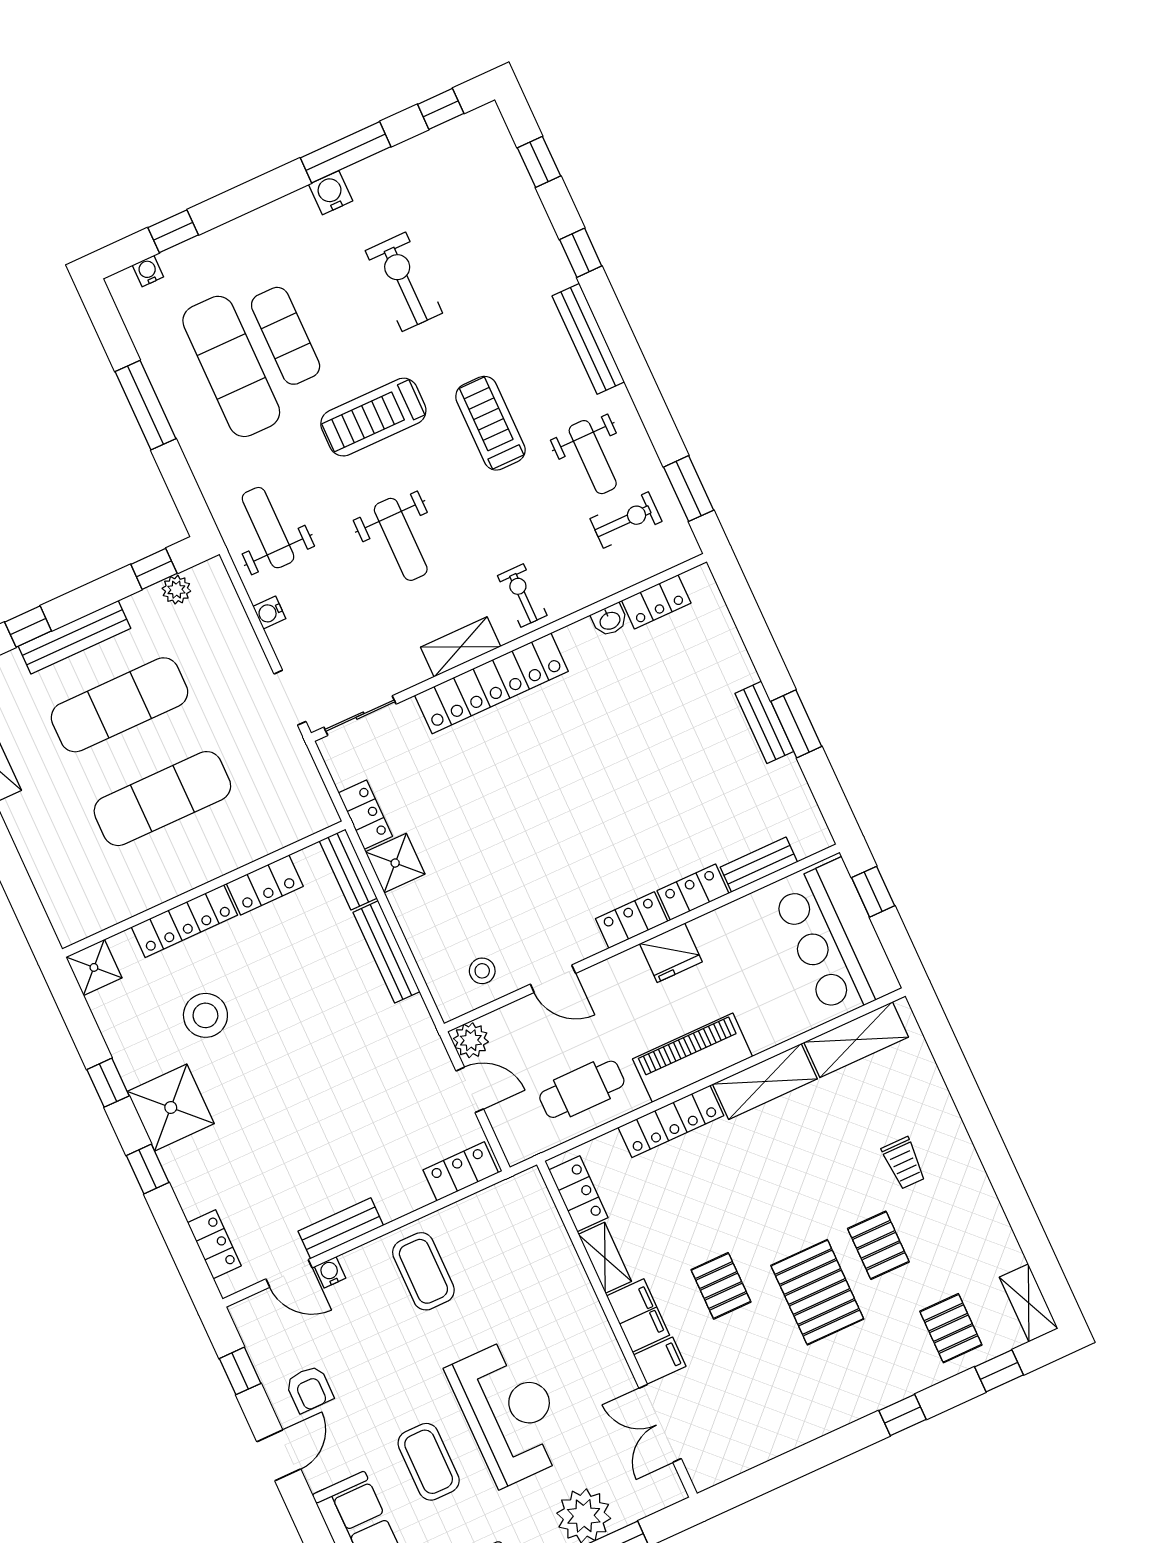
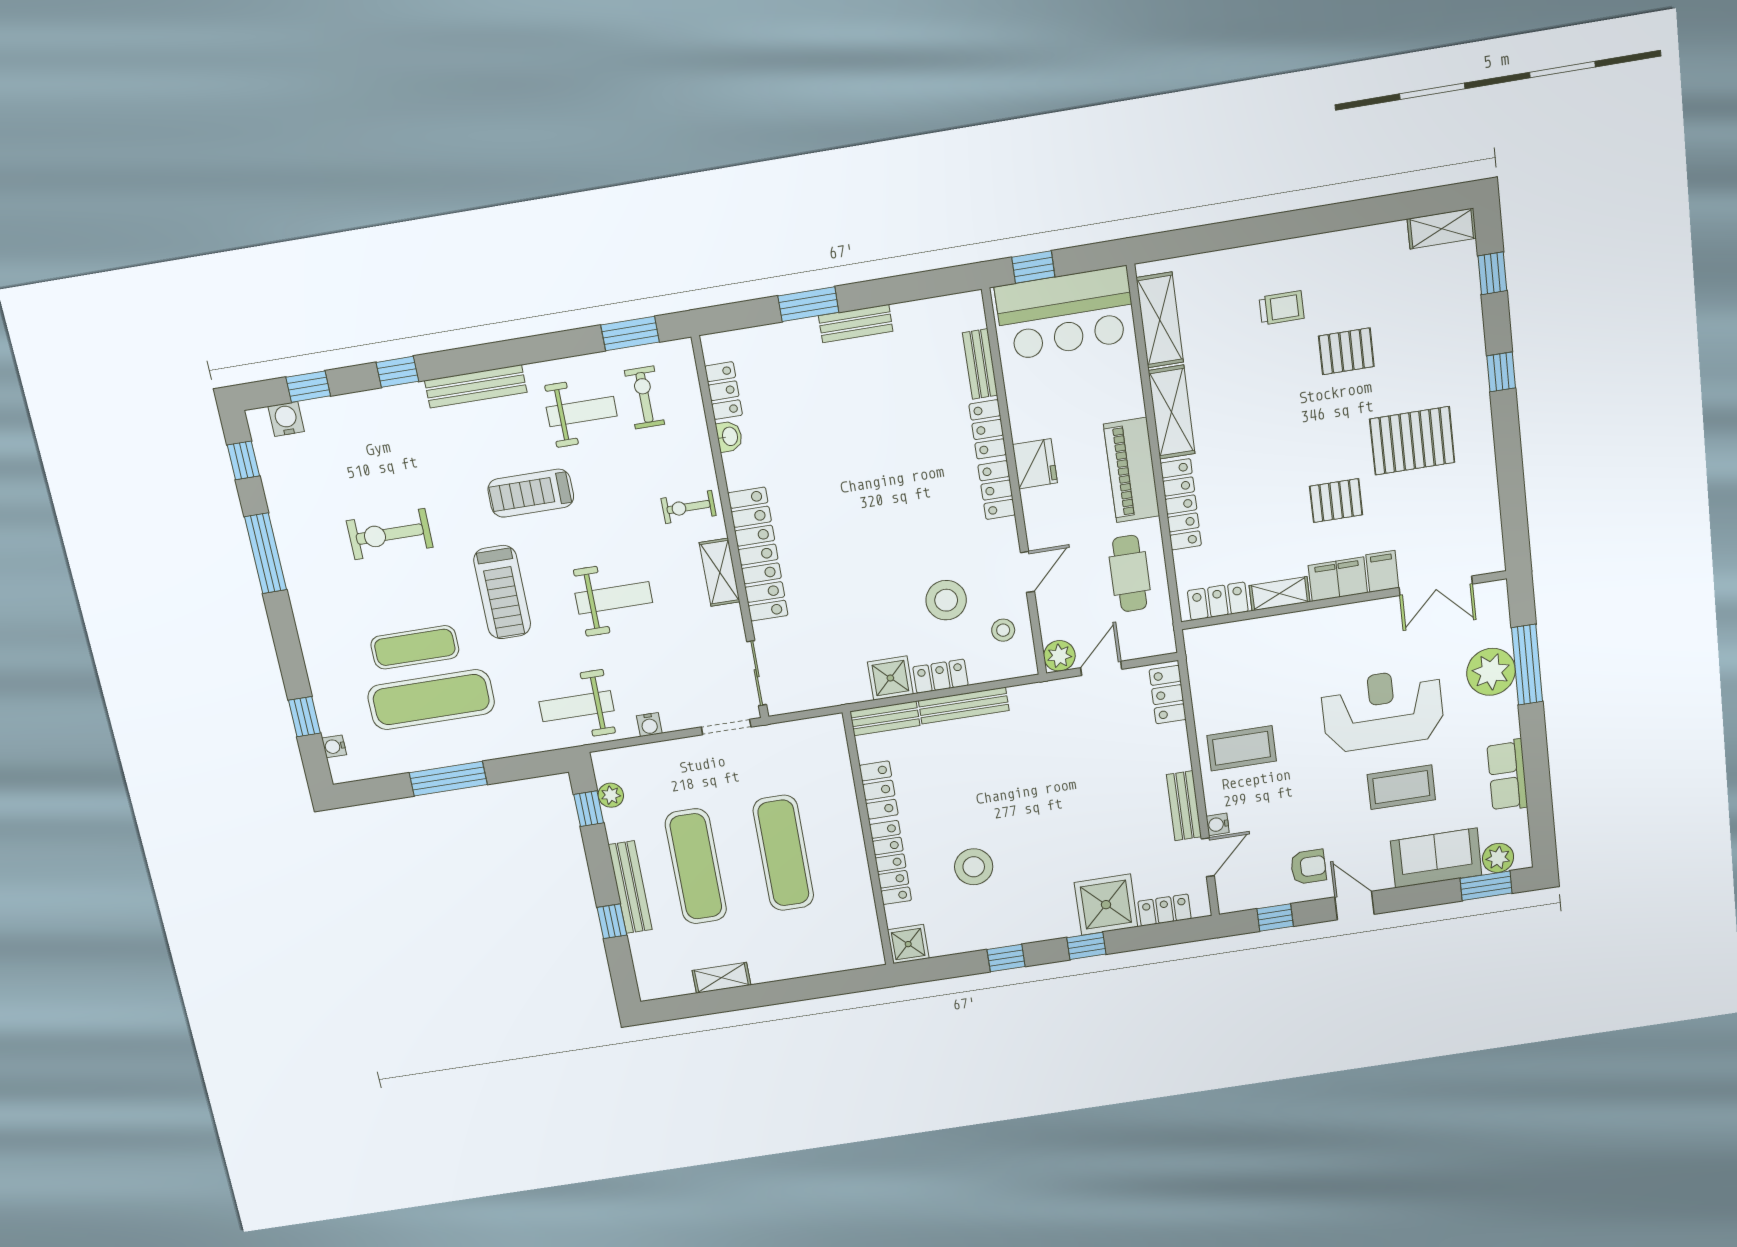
water cooler: (331, 193) -> (286, 419), moved, turned 90
window: (796, 724) -> (808, 304), moved
locker: (365, 815) -> (940, 676), moved
stool: (498, 900) -> (946, 600), added
shower: (171, 1107) -> (1106, 905), moved
pallet: (817, 1292) -> (1412, 441), moved
pallet: (951, 1328) -> (1440, 306), removed

